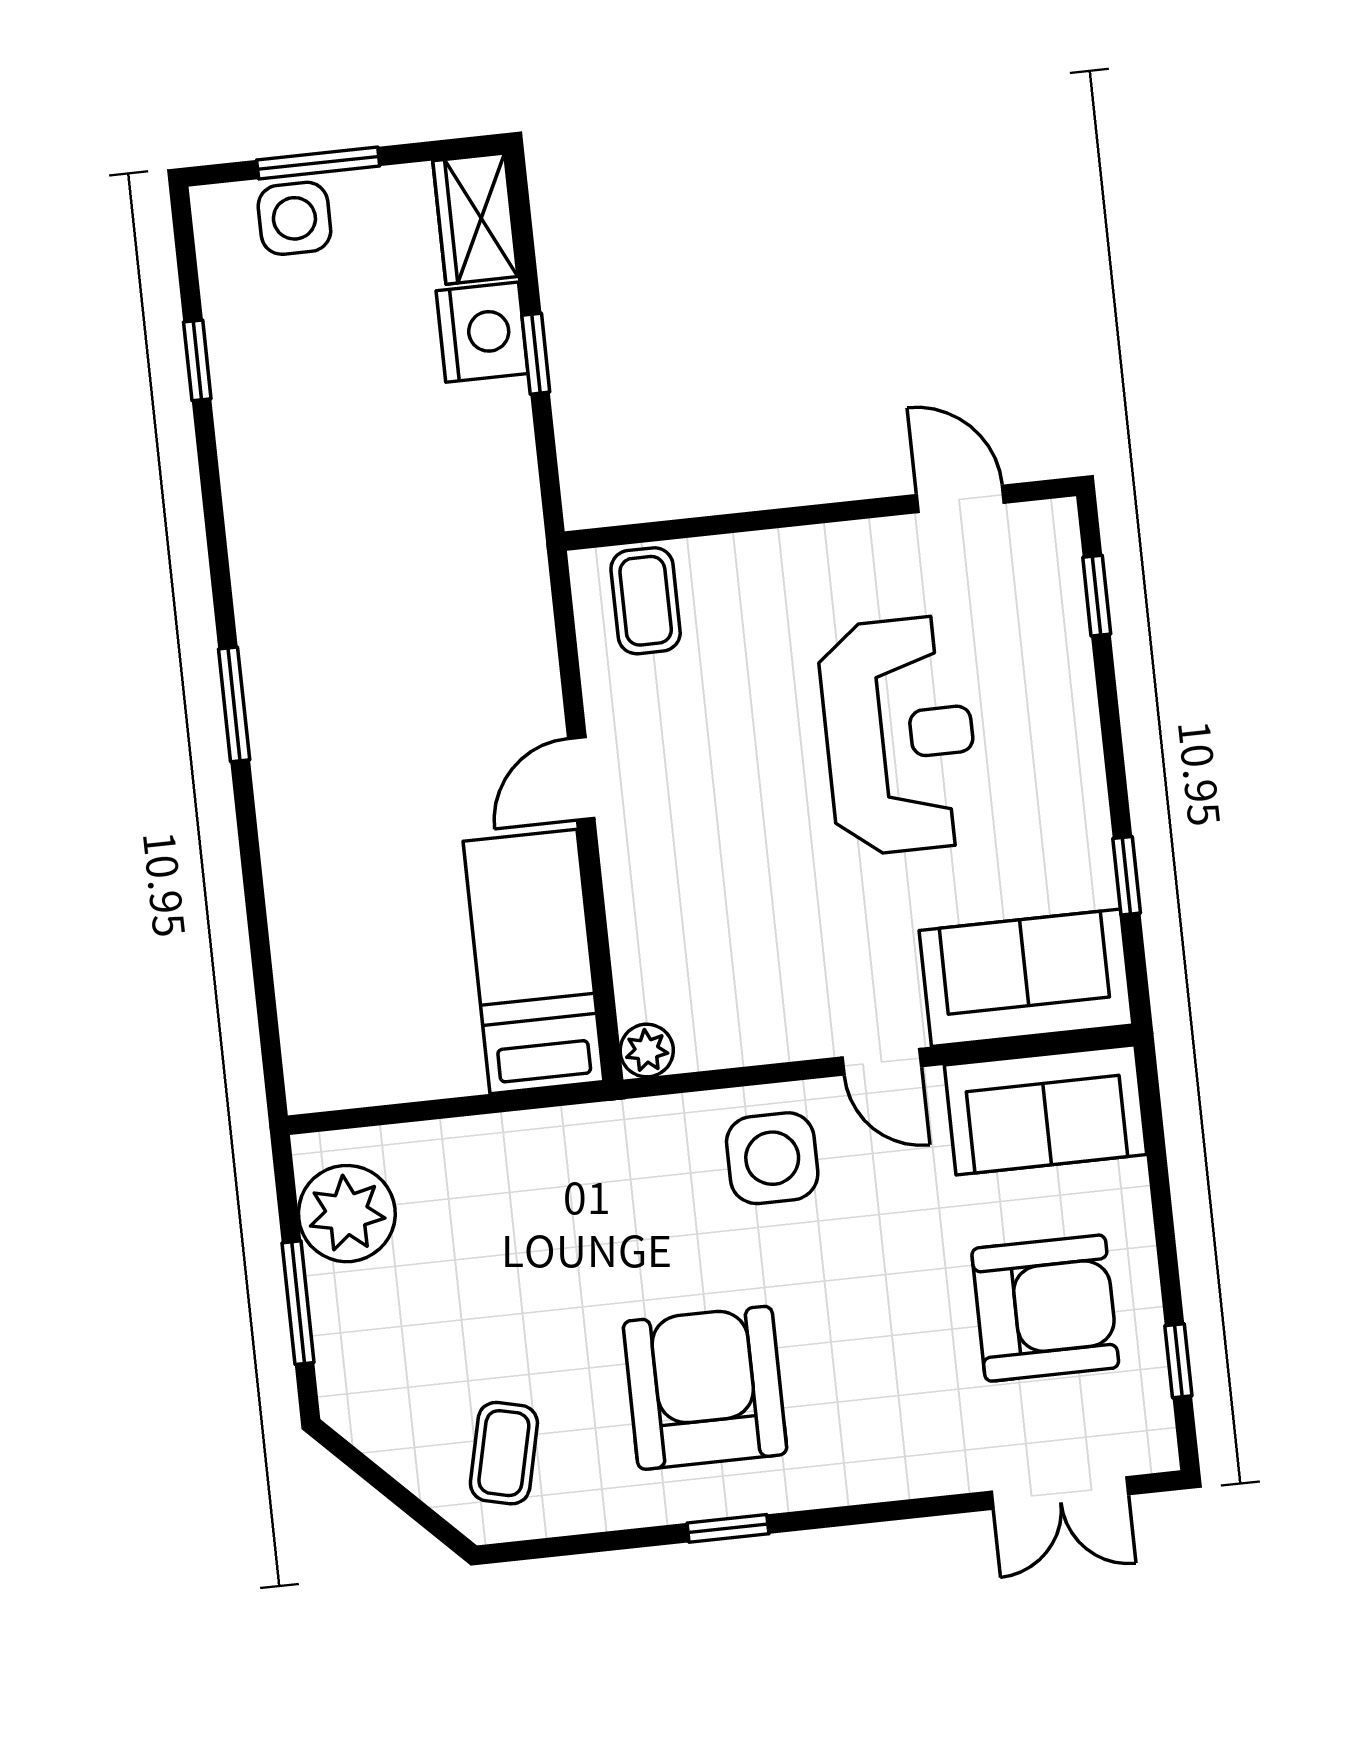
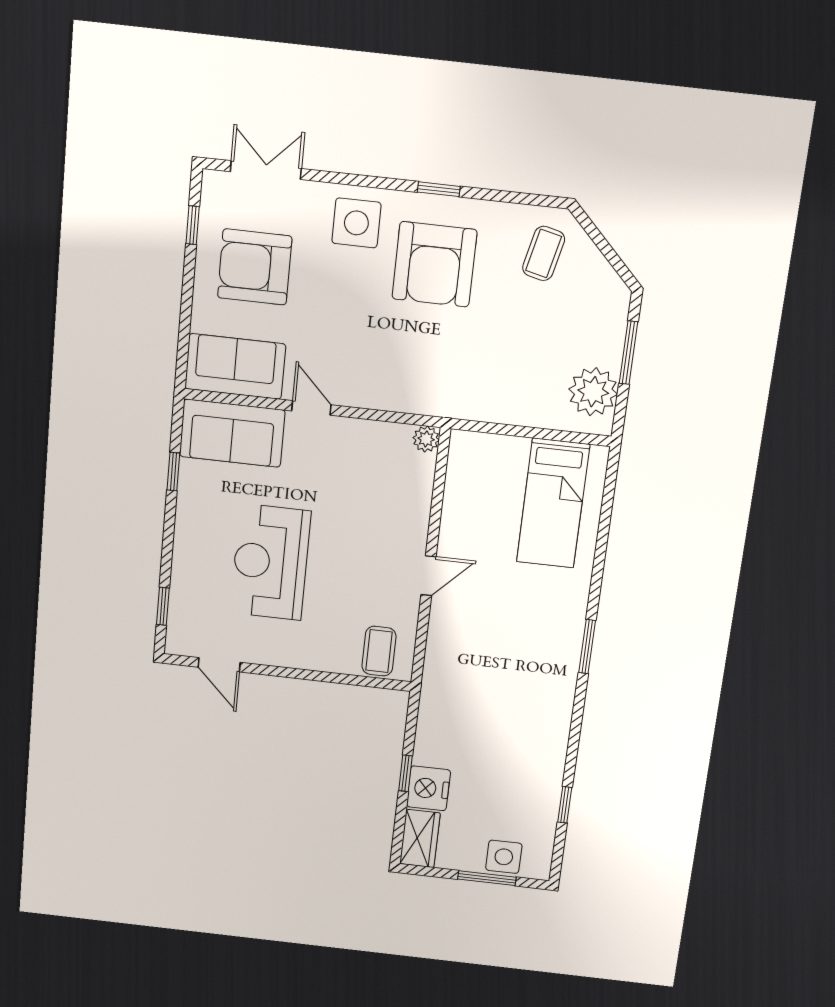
bed: (533, 961) -> (553, 503), moved
side table: (772, 1158) -> (356, 223), moved

